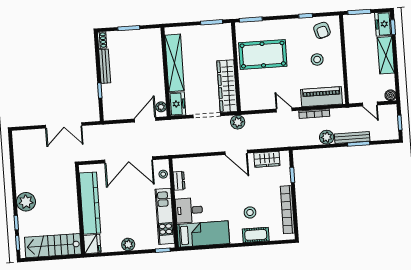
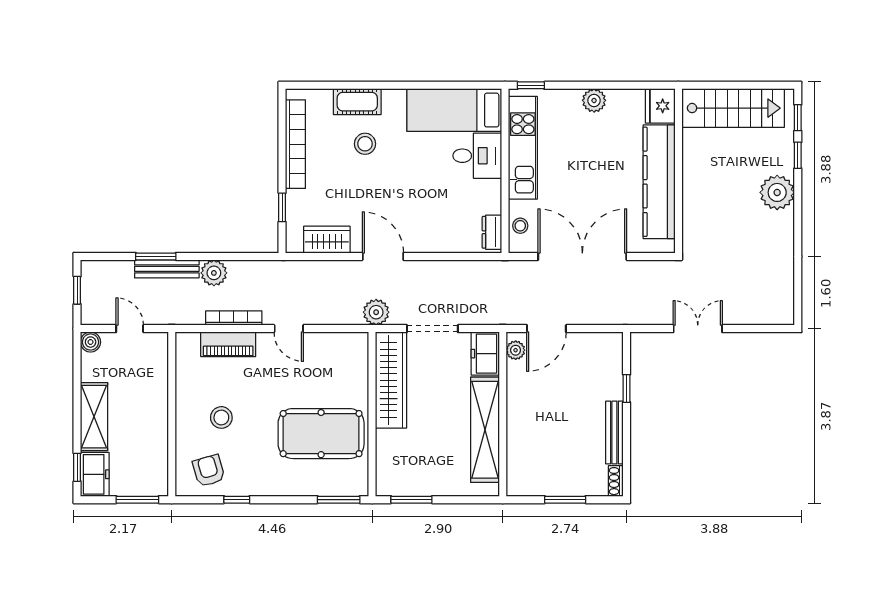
piano: (321, 97) -> (228, 344), width x0.73, depth x0.75
double door: (64, 125) -> (698, 329), width x0.73
dresser: (179, 181) -> (492, 232), moved

